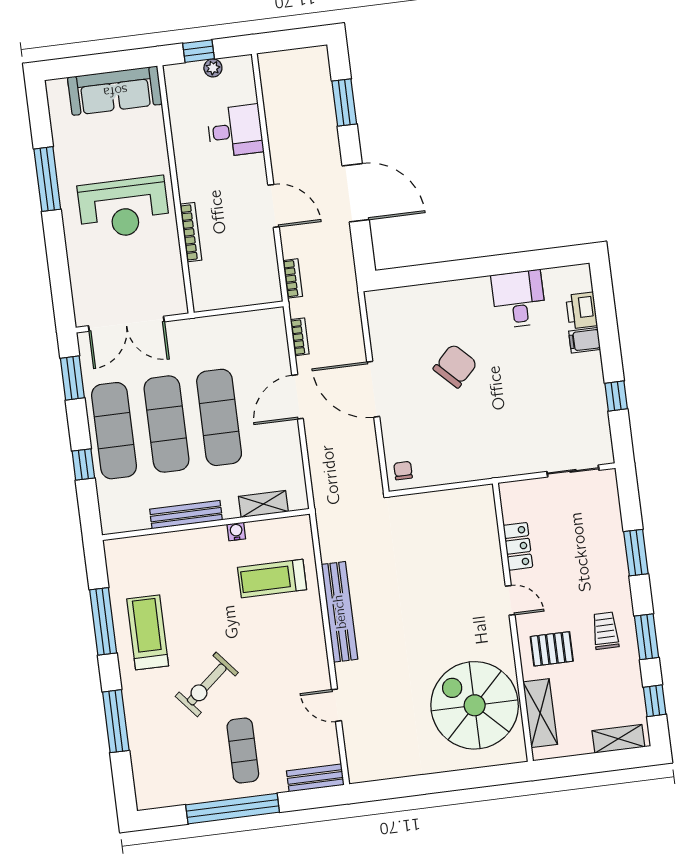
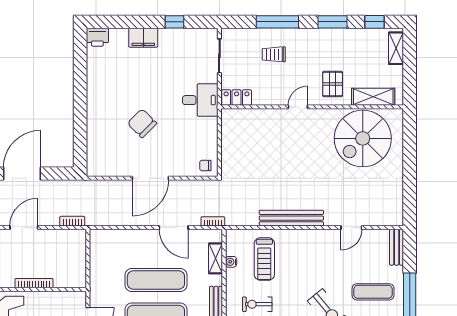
desk: (519, 299) -> (200, 100), moved, turned 180
printer: (582, 310) -> (97, 37), moved
bookcase: (300, 337) -> (213, 221), moved
filing cabinet: (585, 340) -> (143, 38), width x2.00
door: (298, 397) -> (174, 228), moved
water cooler: (236, 531) -> (231, 262), moved
locker: (518, 546) -> (237, 98), moved
window: (636, 553) -> (277, 22), width x1.44
exercise bike: (202, 576) -> (257, 304), added
trolley: (605, 631) -> (274, 54), moved

